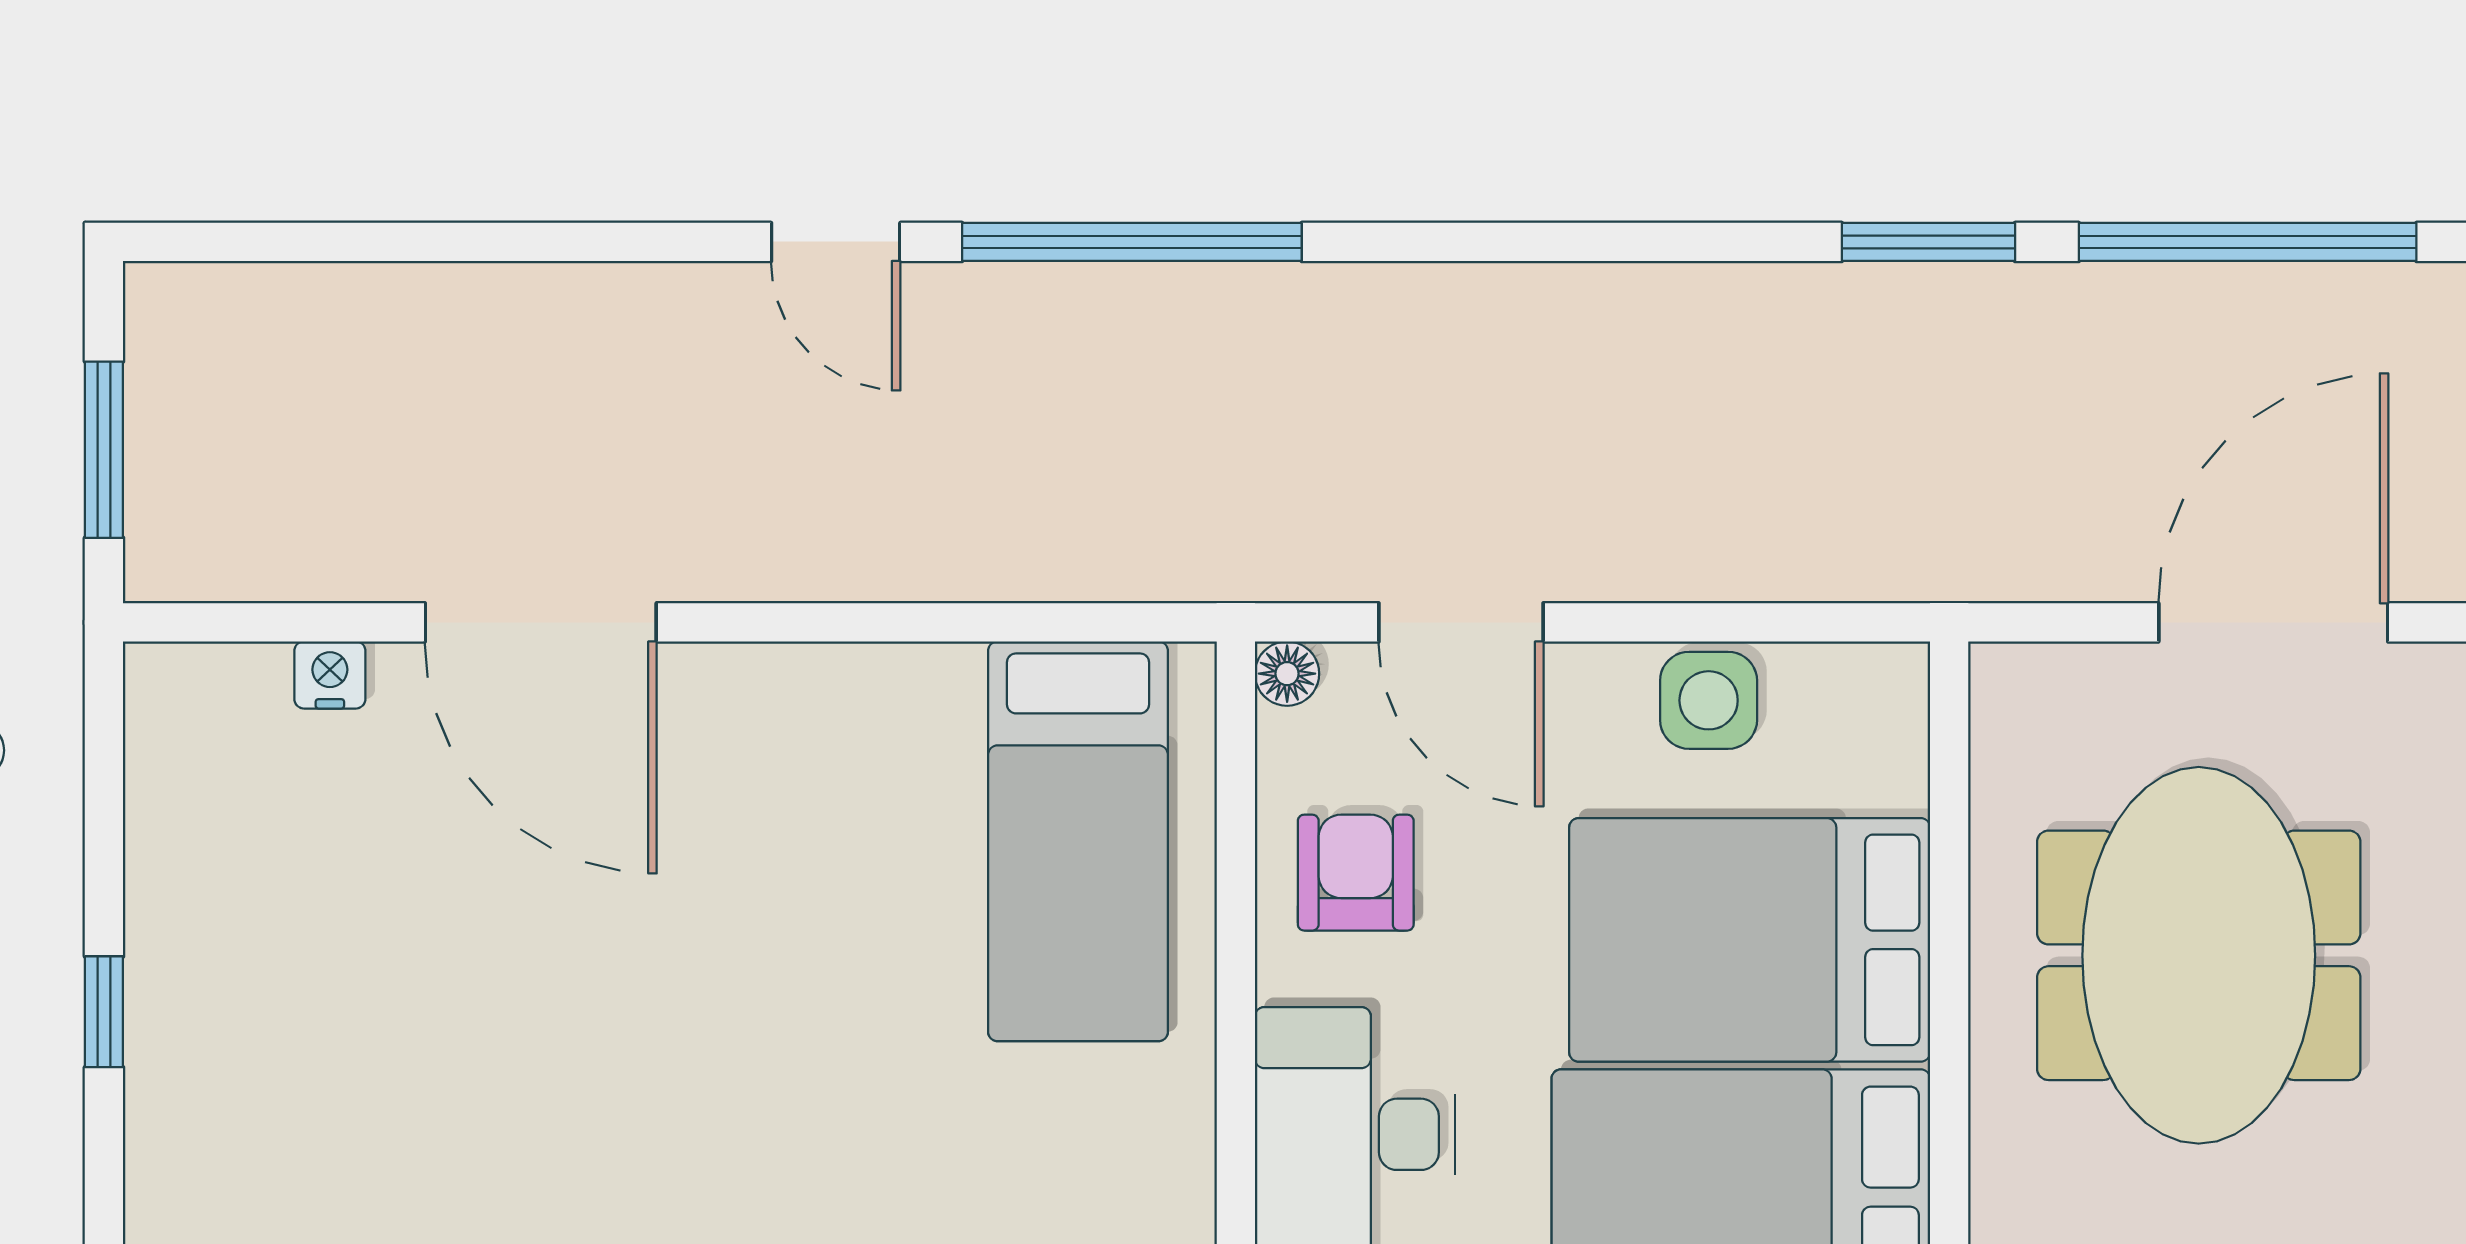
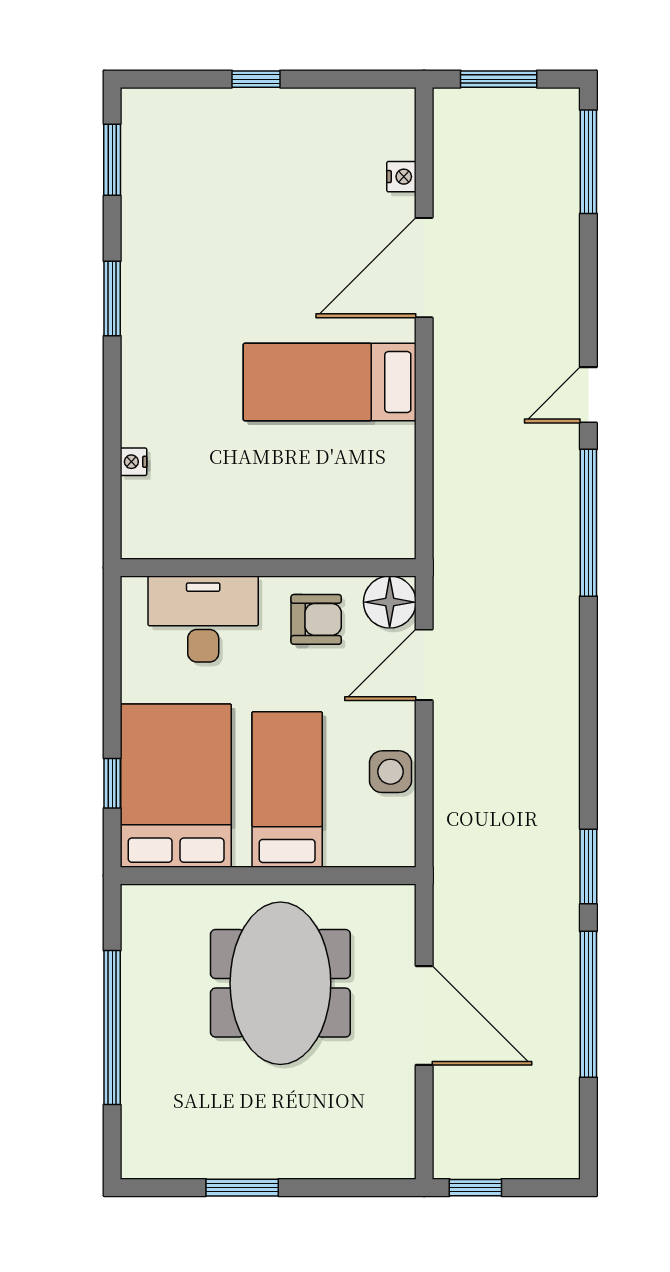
window: (296, 242) -> (588, 162), added
floor lamp: (1287, 674) -> (390, 602), width x1.89, depth x1.89
bed: (1078, 841) -> (330, 382), moved
bed: (1750, 940) -> (287, 789), width x0.67
meeting table: (2199, 955) -> (280, 983), turned 90

